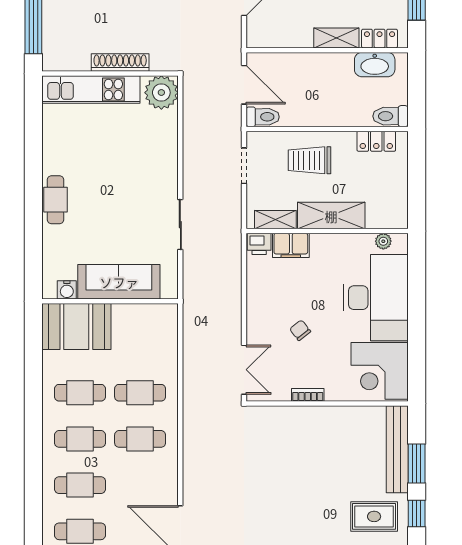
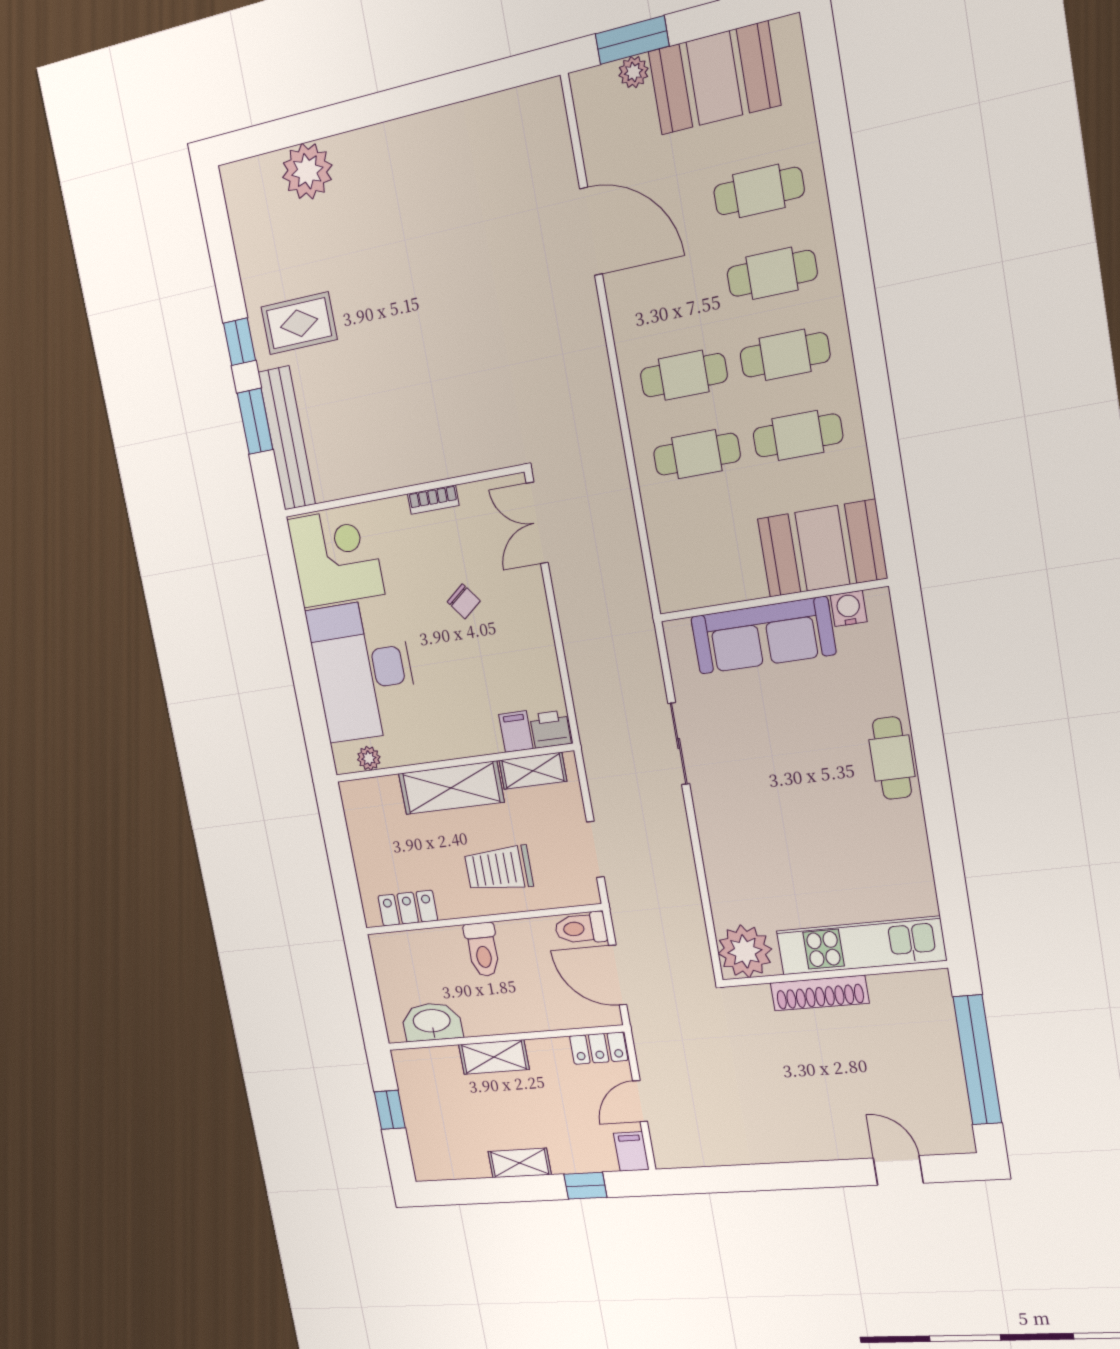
locker: (380, 39) -> (599, 1048), moved
toilet: (390, 116) -> (483, 950), moved, turned 90
trolley: (310, 160) -> (499, 869), turned 180
filing cabinet: (291, 245) -> (516, 732), width x0.50

